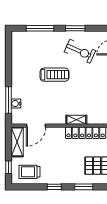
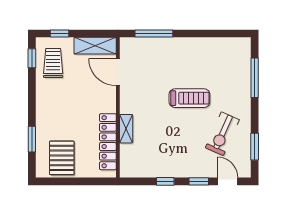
window: (75, 28) -> (255, 147), moved
treadmill: (55, 75) -> (189, 98), turned -90
water cooler: (16, 104) -> (149, 44), removed
window: (54, 187) -> (32, 58), moved

